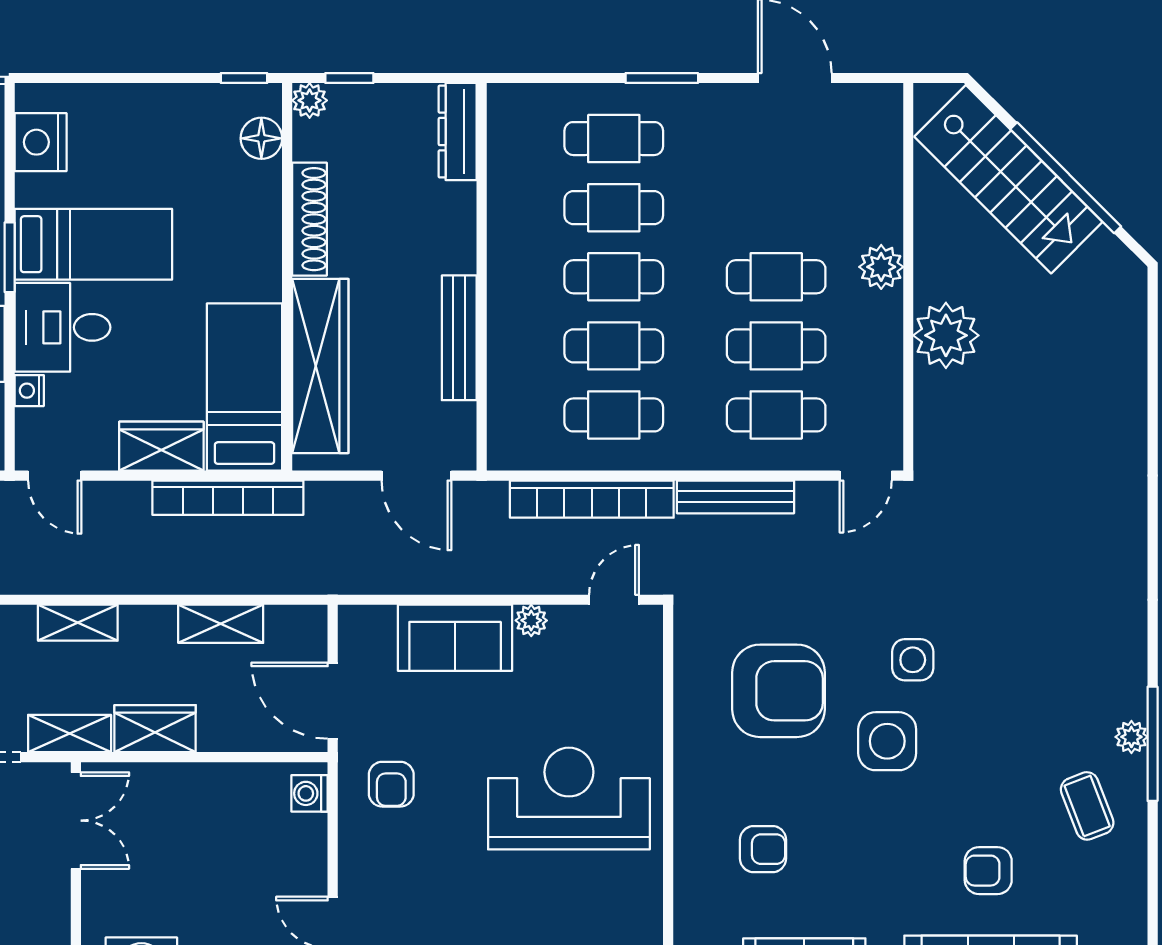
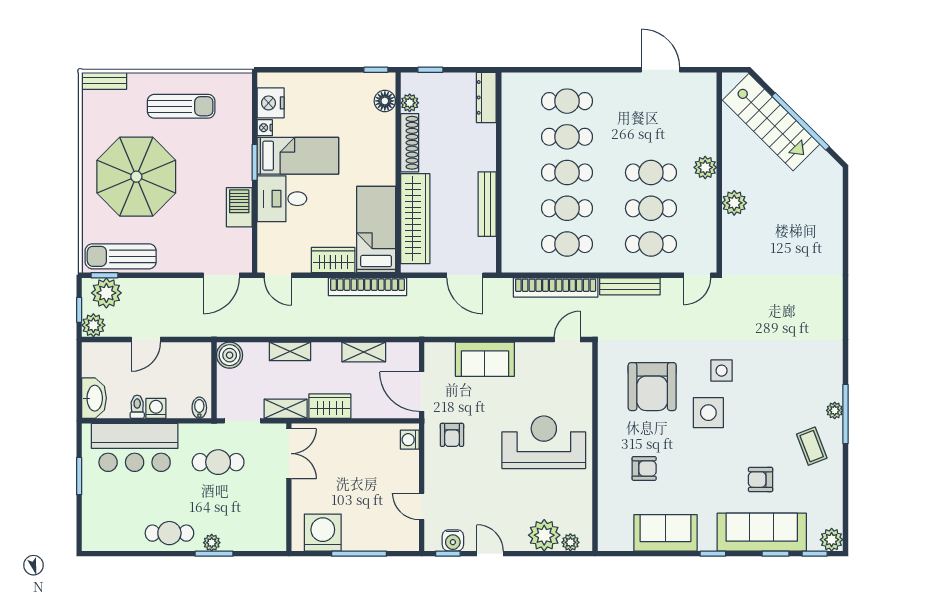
window: (662, 78) -> (592, 70), removed
plant: (310, 100) -> (410, 103), moved
plant: (946, 335) -> (734, 203), width x0.73, depth x0.73
nightstand: (29, 391) -> (265, 128), moved
plant: (531, 620) -> (524, 350), removed
armchair: (778, 691) -> (652, 387), turned 90

